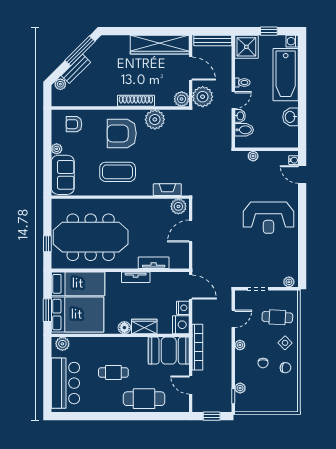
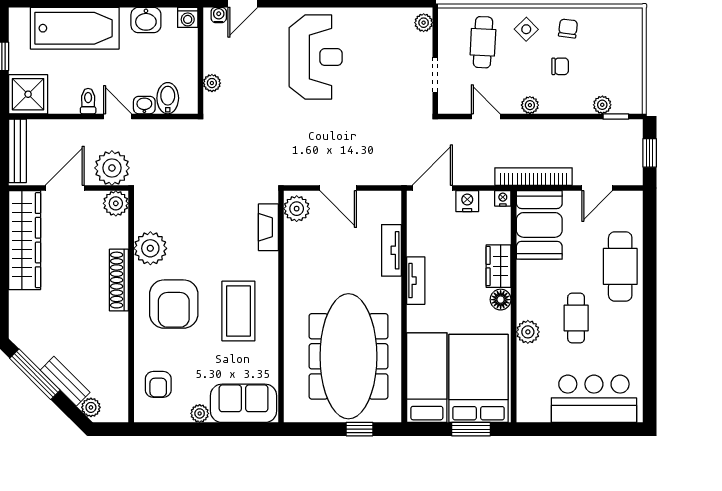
washing machine: (292, 41) -> (188, 17), moved
nightstand: (181, 325) -> (503, 198), width x0.53, depth x0.56
plant: (62, 344) -> (528, 332), moved

